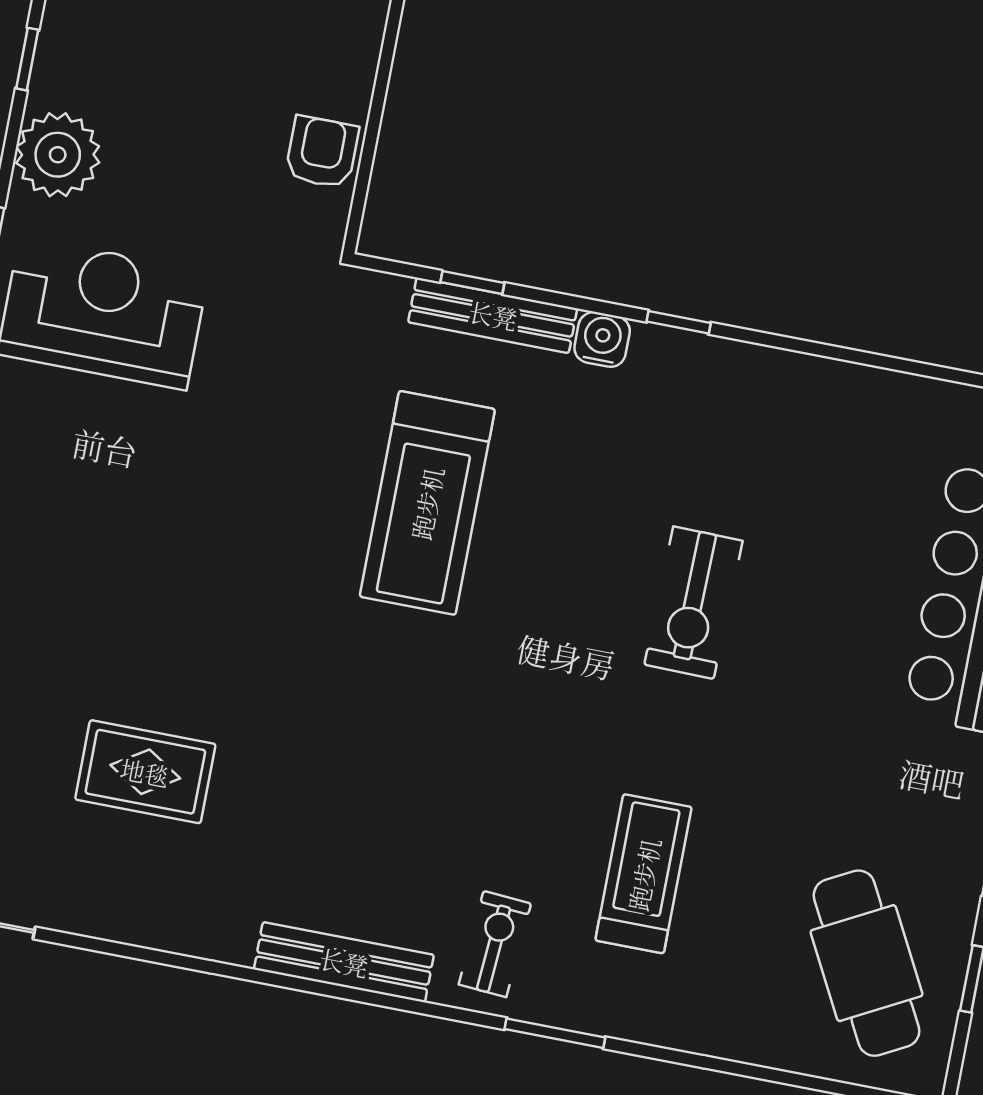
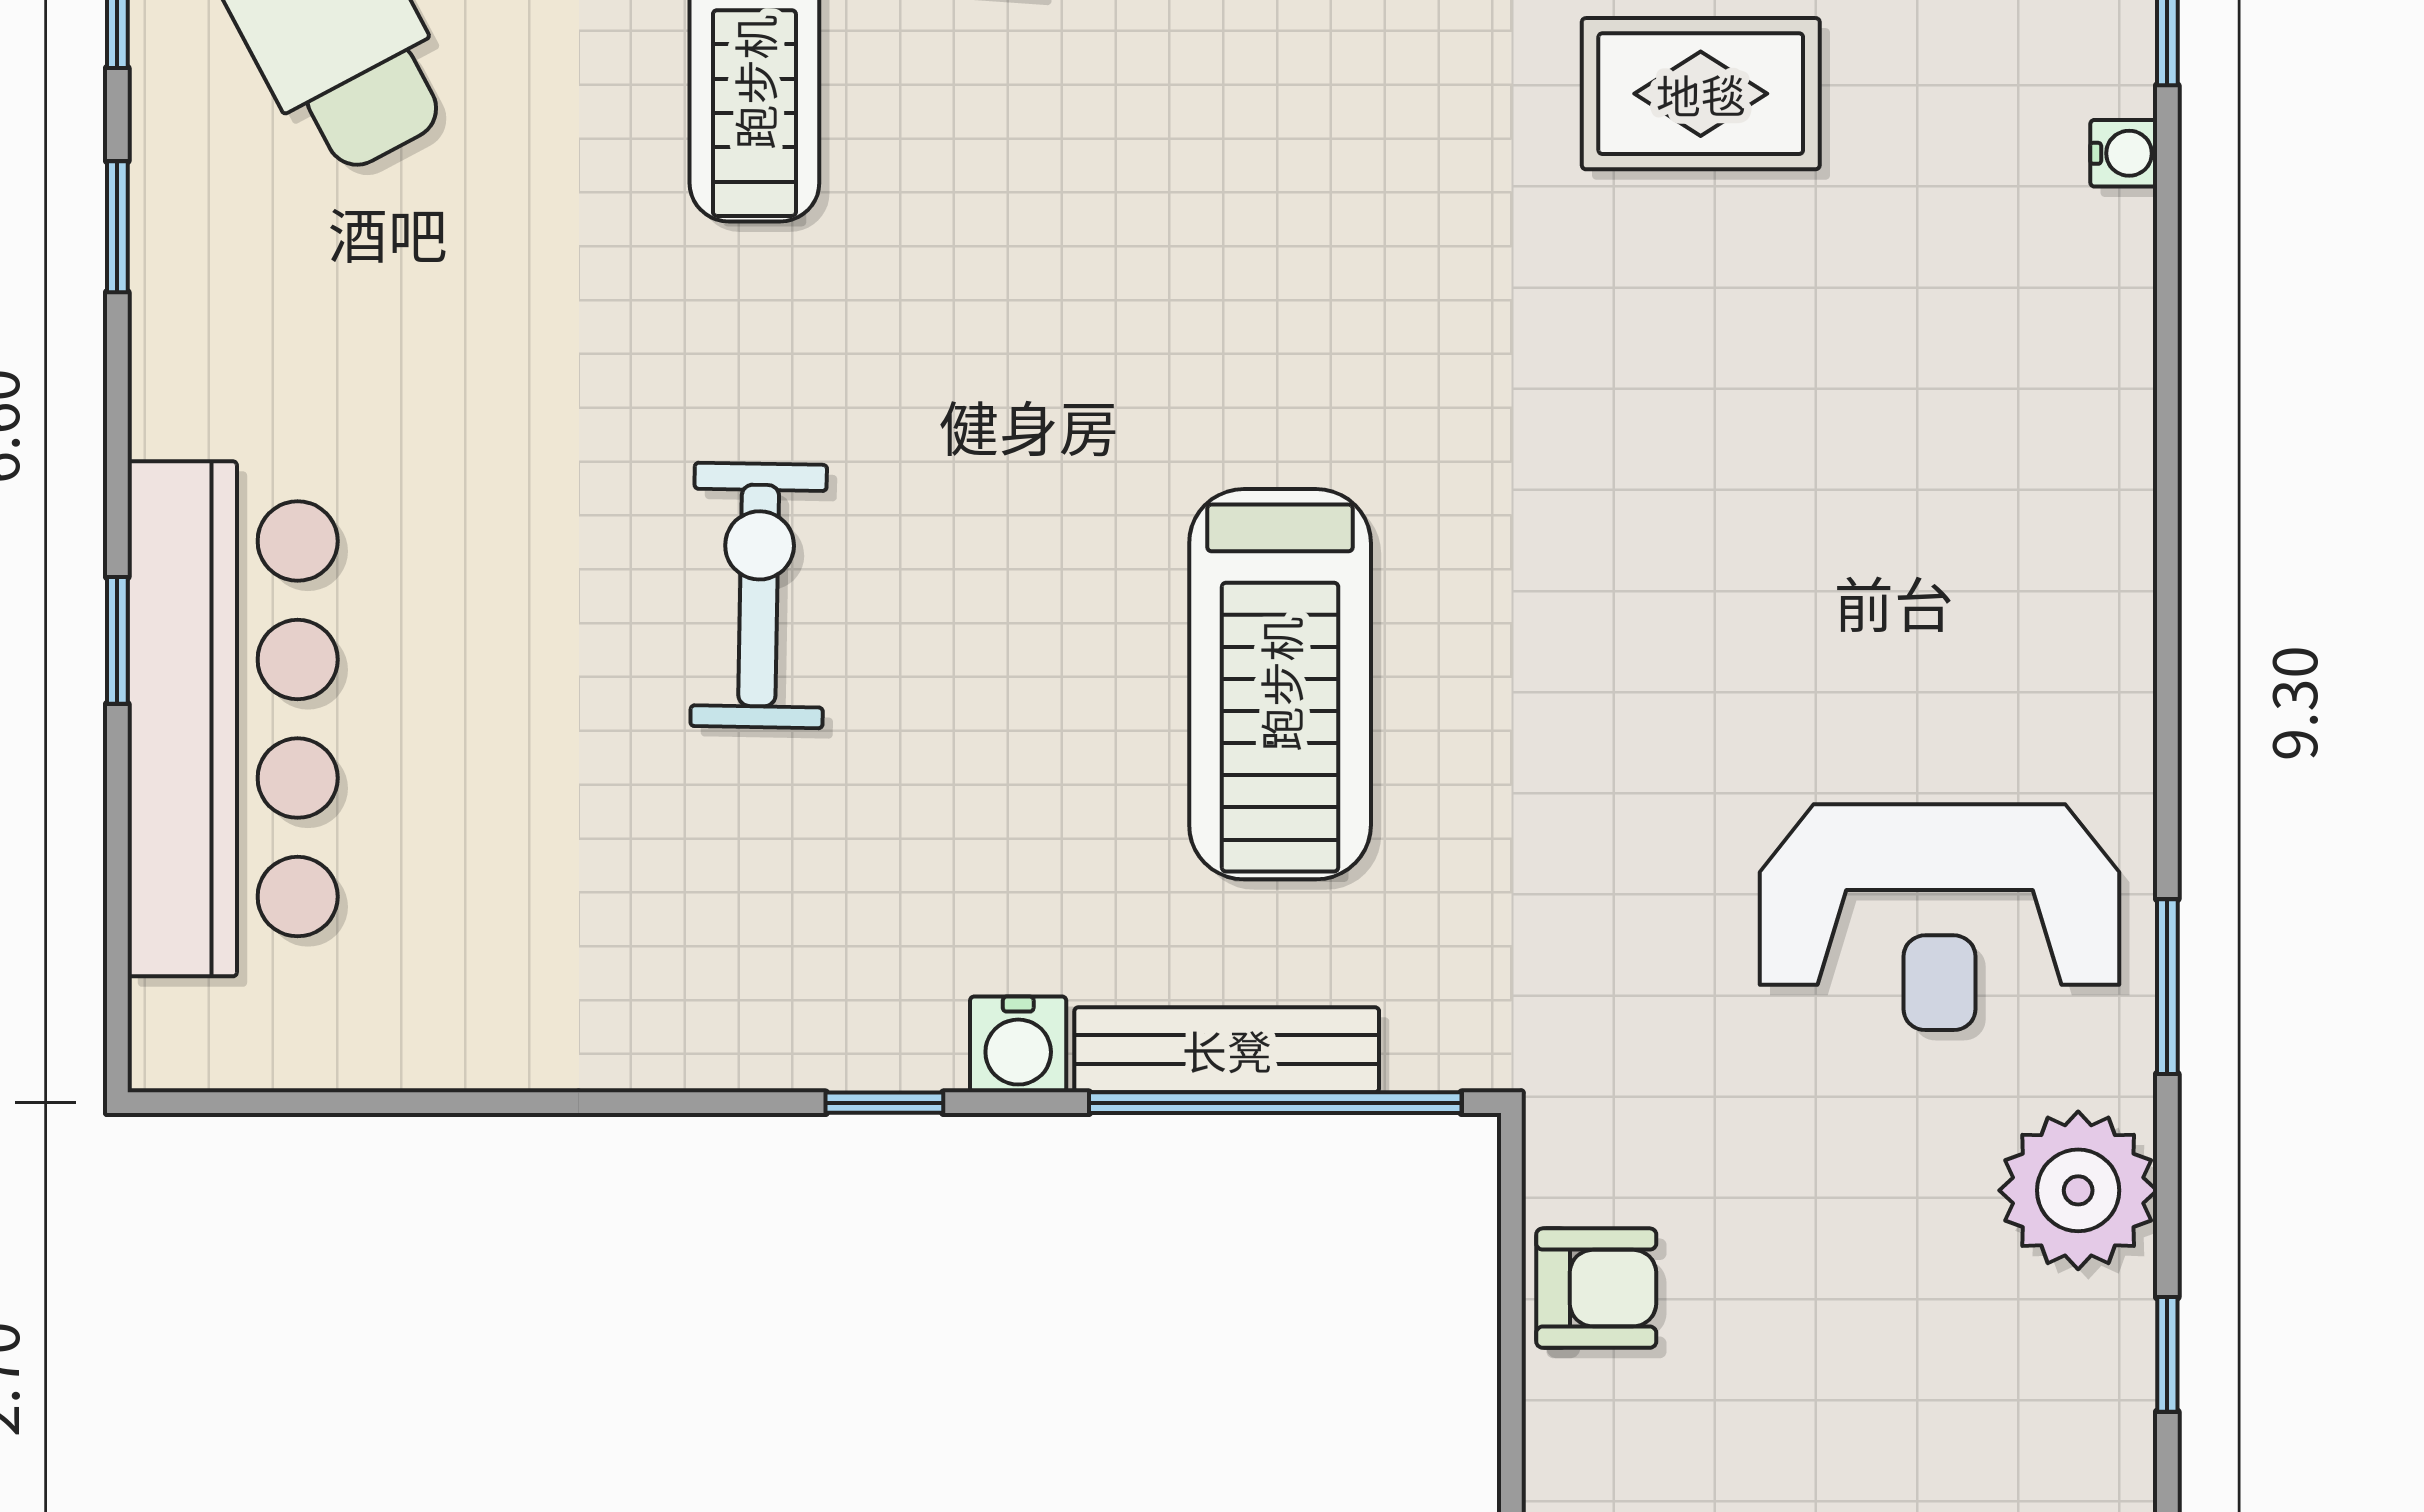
armchair: (322, 152) -> (1596, 1288), turned -90
window: (472, 283) -> (1275, 1103), width x3.17
treadmill: (427, 503) -> (1280, 684), turned 180

